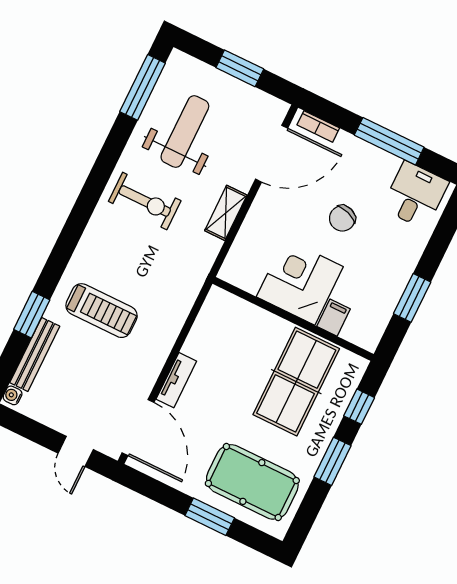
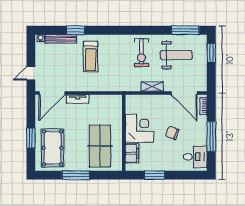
window: (240, 68) -> (211, 53), moved
filing cabinet: (334, 318) -> (132, 153), width x2.00
table tennis table: (296, 382) -> (100, 146), turned 90
window: (359, 407) -> (102, 175), removed
window: (332, 461) -> (76, 175), width x1.44

